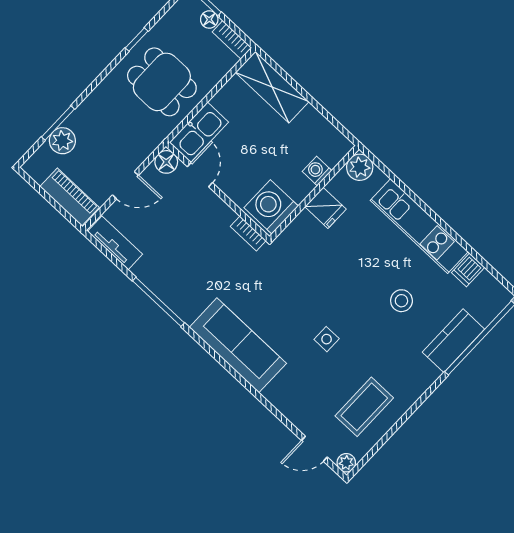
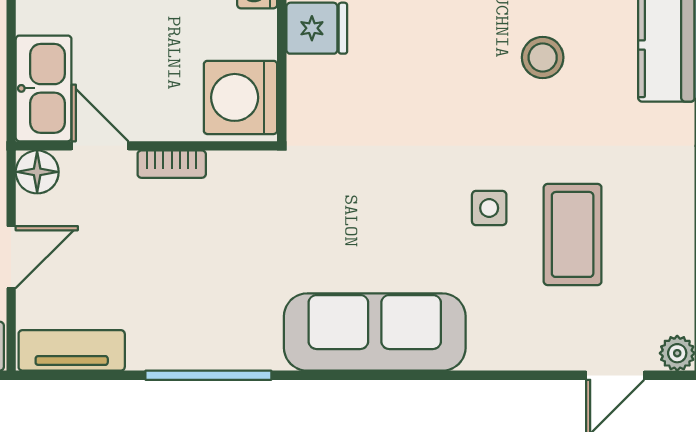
bookcase: (248, 233) -> (172, 164), moved
coffee table: (364, 407) -> (573, 234), moved

